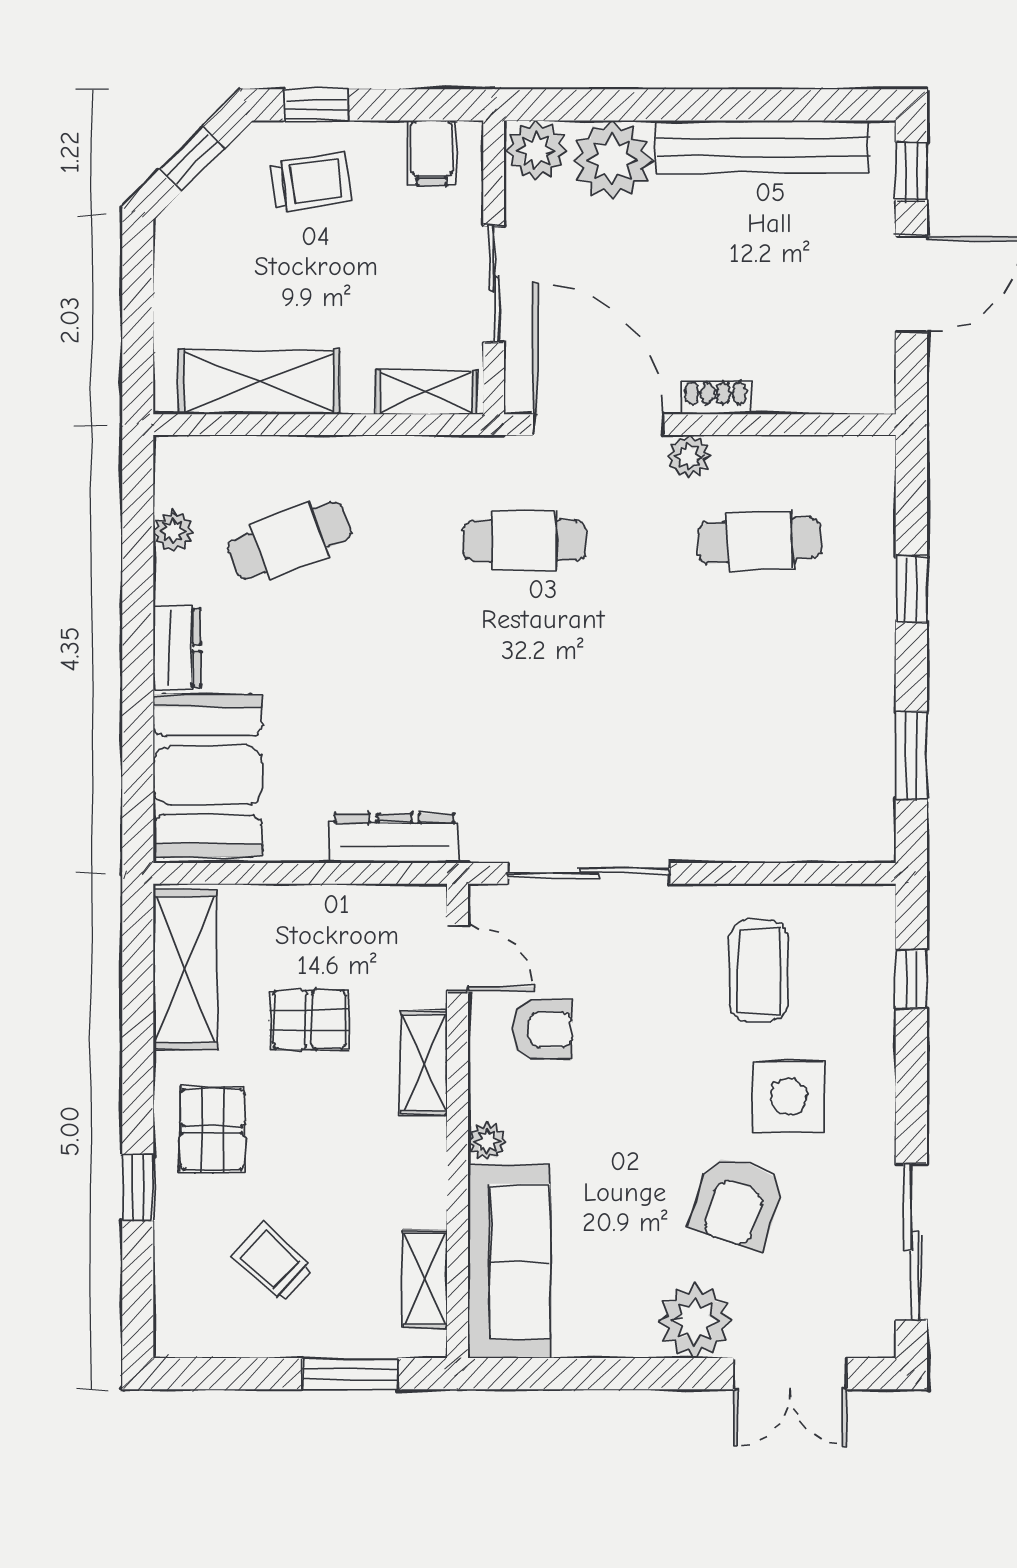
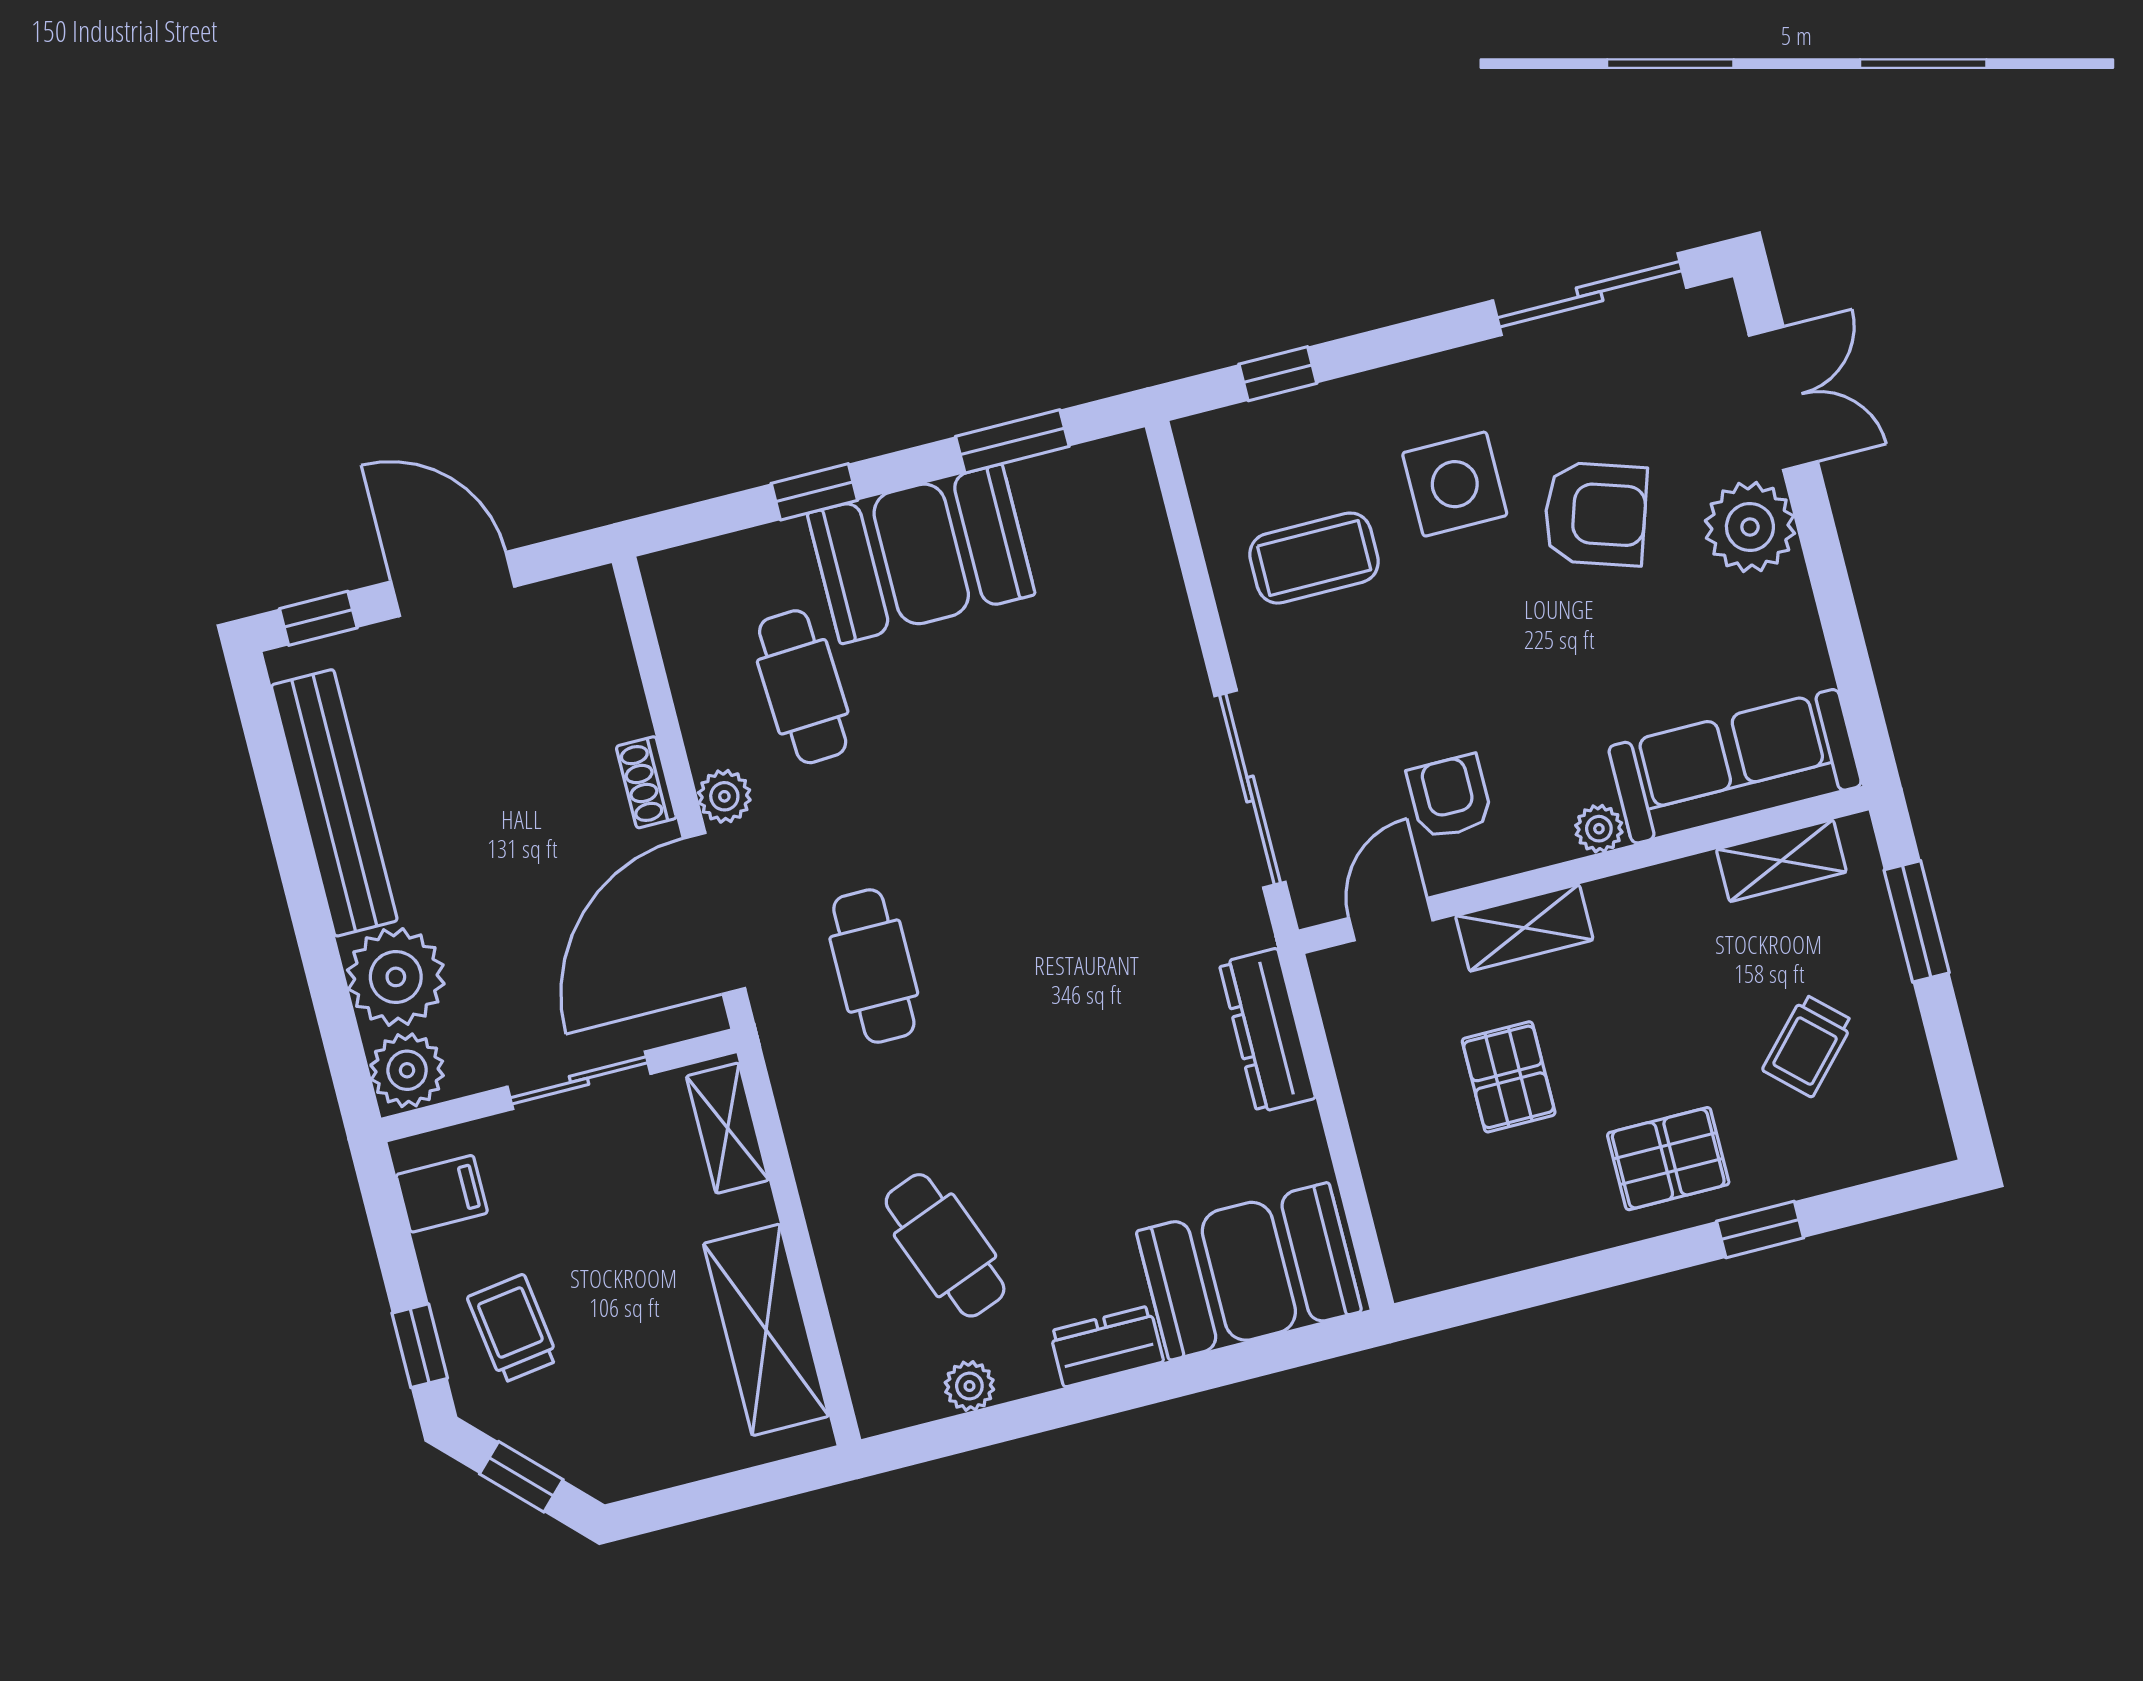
booth: (841, 661) -> (921, 554), added
shelving: (185, 969) -> (1486, 1240), removed

